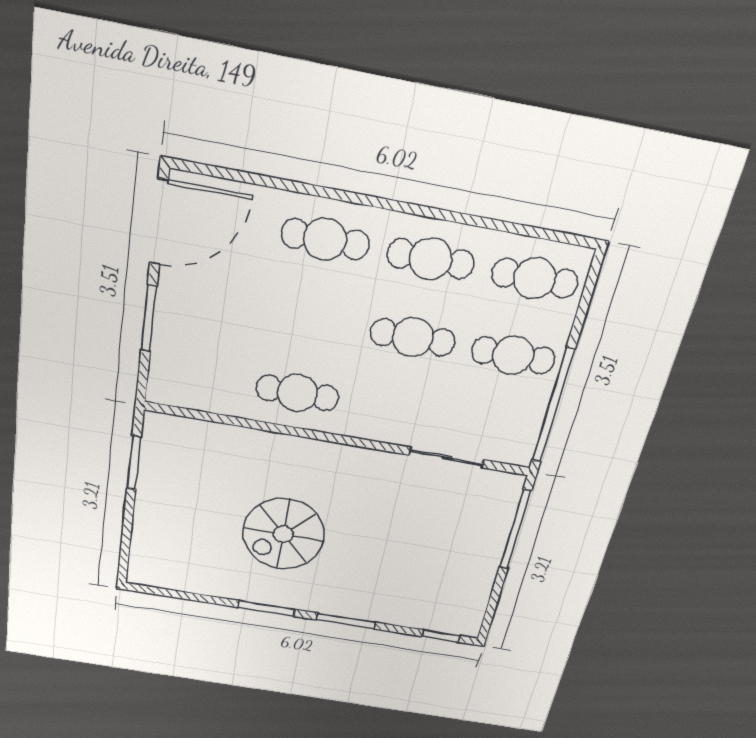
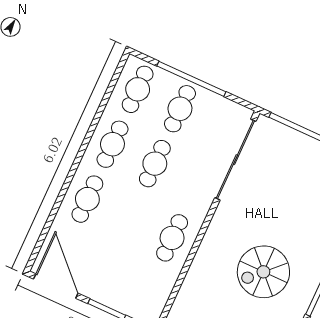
window: (553, 406) -> (191, 79), moved
sliding door: (446, 457) -> (235, 160), width x1.86
spiral stairs: (283, 534) -> (263, 272), turned 90

